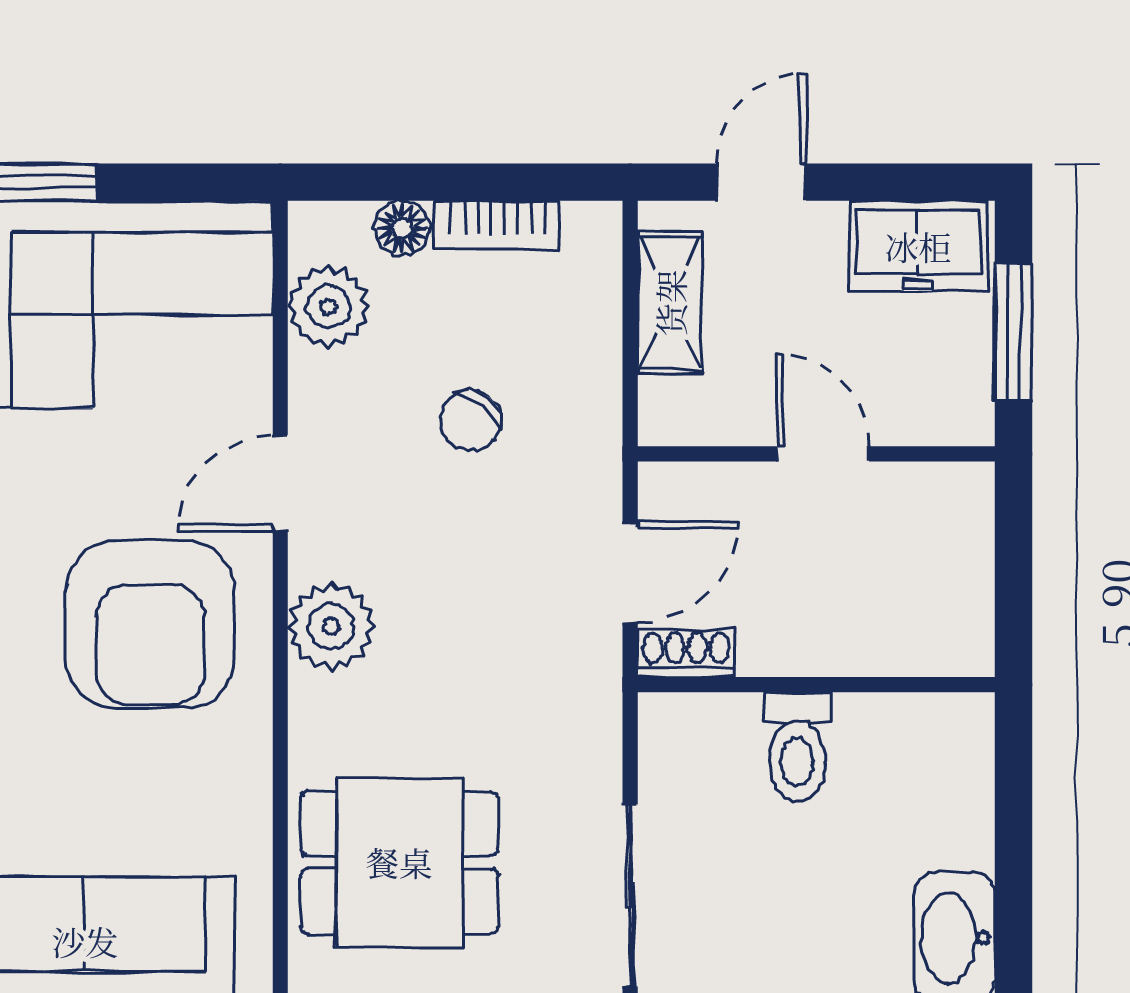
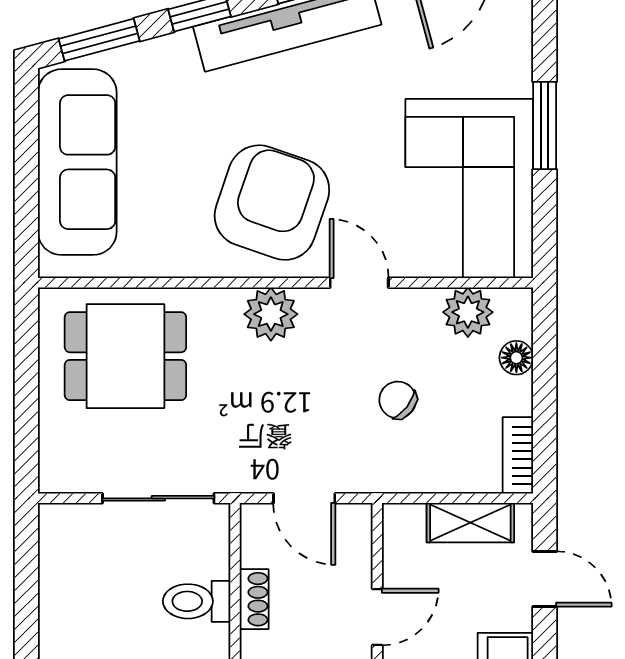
bookcase: (497, 226) -> (518, 455), moved
armchair: (150, 625) -> (272, 203), turned 109
shoe rack: (686, 654) -> (254, 599), moved
dining table: (399, 862) -> (125, 356), turned 90
sliding door: (630, 895) -> (158, 498), moved

